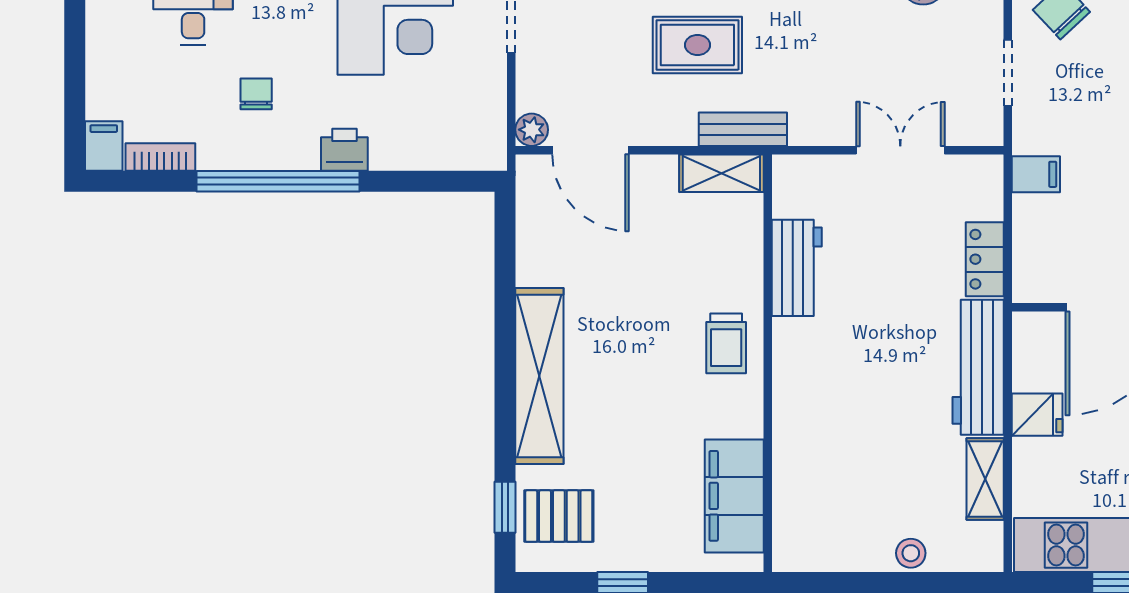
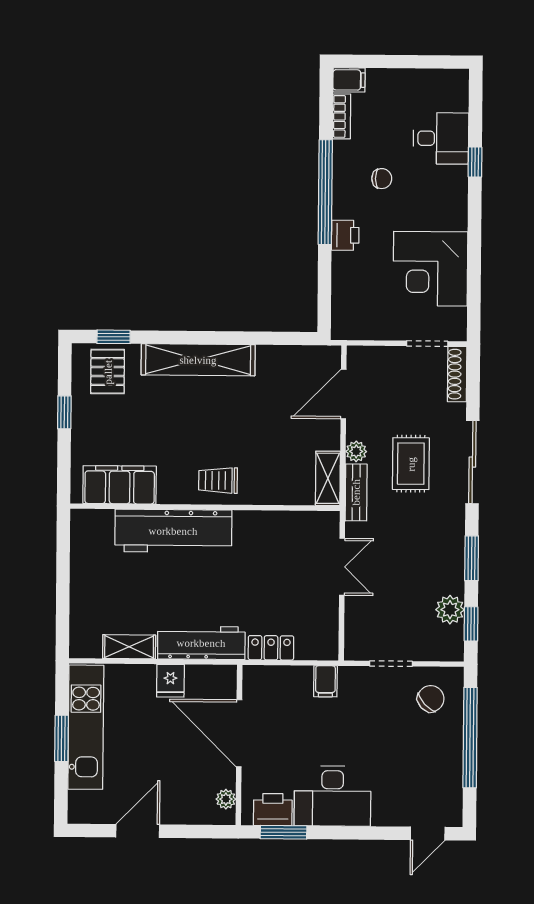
plant: (532, 130) -> (356, 451), moved
double door: (900, 150) -> (342, 567), moved
workbench: (797, 268) -> (173, 531), moved, width x1.88, depth x1.32
stool: (911, 553) -> (82, 598), removed

